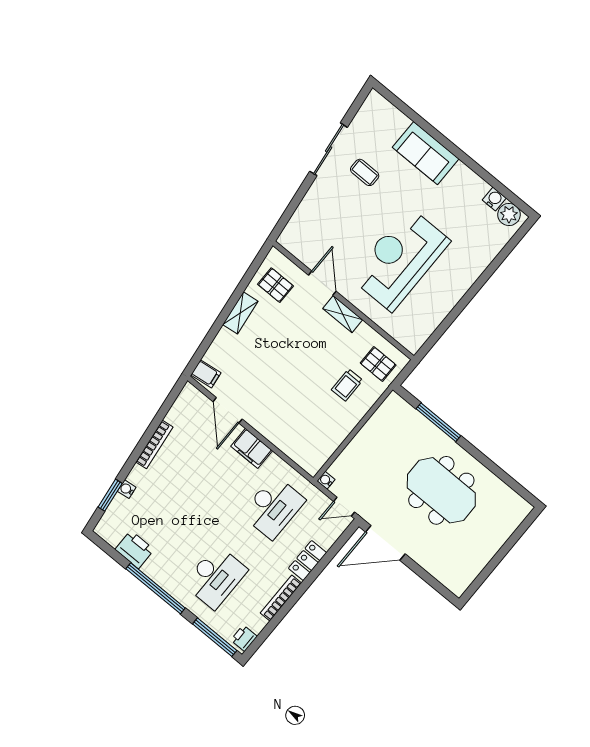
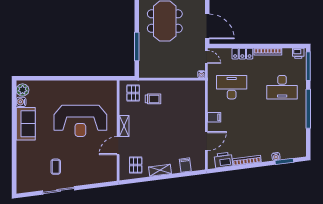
sofa: (426, 153) -> (26, 124), moved
filing cabinet: (206, 374) -> (185, 165), moved
filing cabinet: (252, 448) -> (214, 117), width x0.50
printer: (135, 550) -> (223, 160), moved, turned 83
desk: (216, 577) -> (282, 87), turned 180

